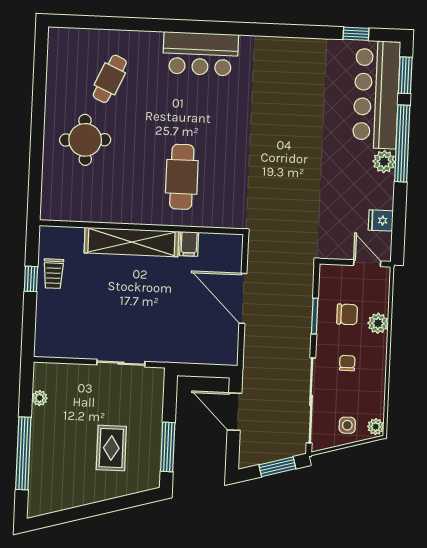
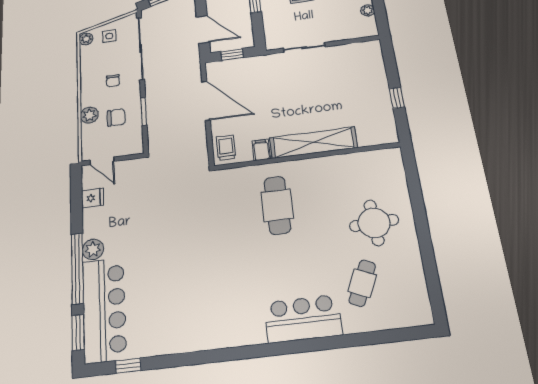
bar counter: (200, 54) -> (303, 319), moved
trolley: (53, 274) -> (226, 148), moved
door: (243, 298) -> (206, 101), moved
chair: (347, 314) -> (116, 118), turned 180
window: (205, 370) -> (232, 55), added

